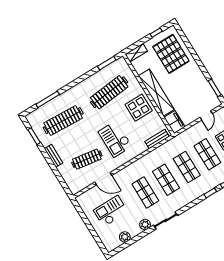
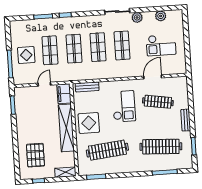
pallet: (171, 54) -> (35, 155), width x0.73, depth x0.71
door: (206, 115) -> (44, 84), moved
door: (103, 179) -> (153, 77), hinge flipped

